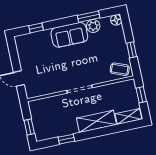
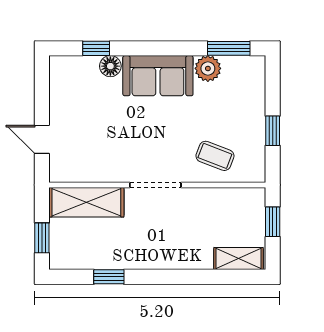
window: (89, 17) -> (229, 48), moved
floor lamp: (116, 20) -> (110, 66), moved
coffee table: (120, 69) -> (215, 156), moved
shelving: (96, 121) -> (86, 202), moved

